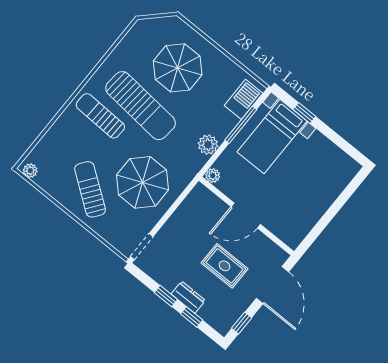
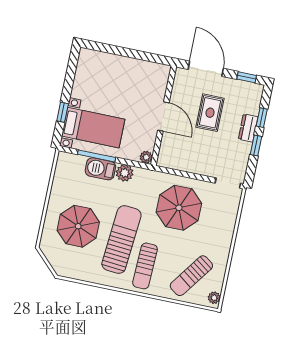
barbecue: (244, 99) -> (100, 169), moved
sun lounger: (90, 189) -> (191, 276), moved
door: (272, 285) -> (206, 69), hinge flipped

